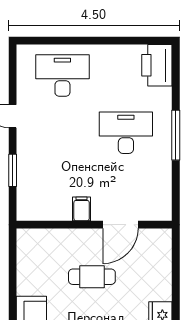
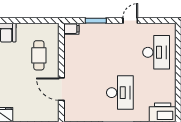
filing cabinet: (82, 209) -> (71, 29), moved
cafe table: (92, 277) -> (39, 55), moved

